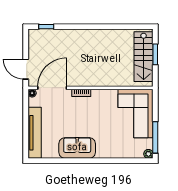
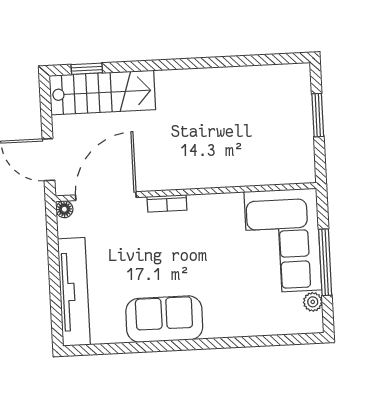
stairs: (144, 57) -> (102, 93), moved, turned -90
window: (155, 137) -> (325, 262), moved
plant: (148, 154) -> (313, 302), moved

